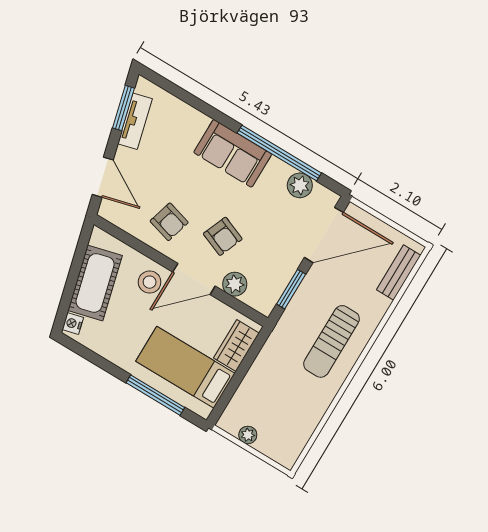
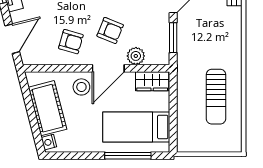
door: (103, 177) -> (12, 39), hinge flipped
sun lounger: (331, 341) -> (216, 97), moved
wardrobe: (236, 346) -> (152, 81), moved, turned -90
plant: (248, 435) -> (201, 146), removed

